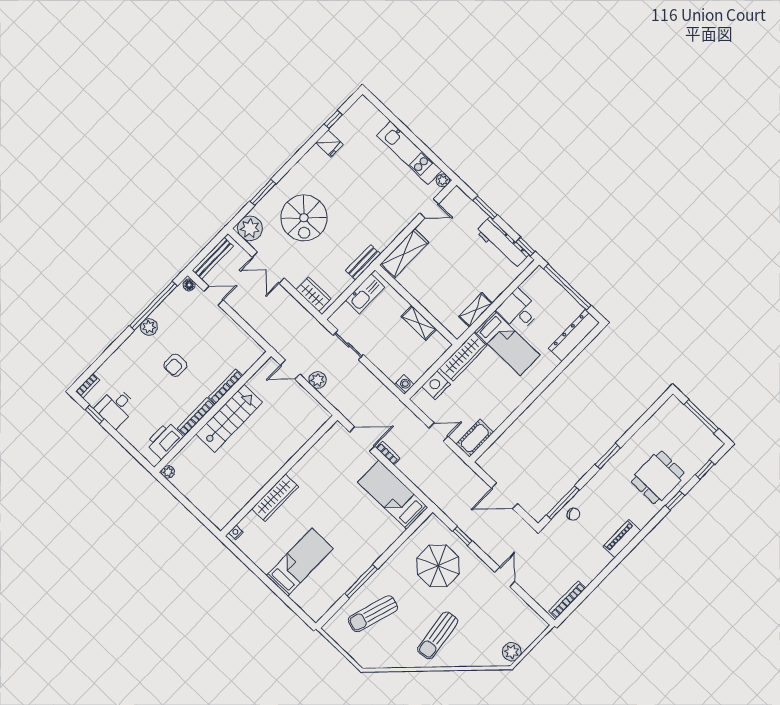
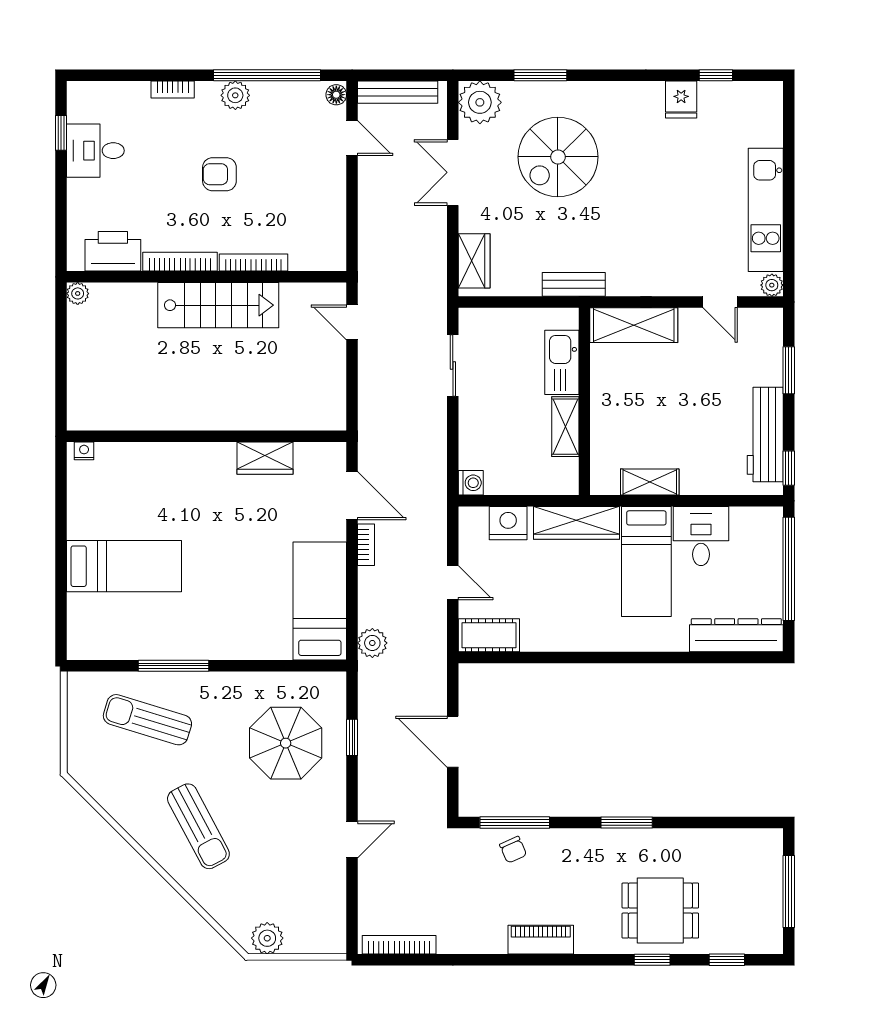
kitchen sink: (365, 294) -> (562, 362), moved, turned 90
plant: (318, 380) -> (372, 643), moved
bookcase: (88, 386) -> (173, 89), moved
wardrobe: (275, 498) -> (265, 458), moved, width x0.67
sun lounger: (438, 635) -> (198, 826), turned -110

